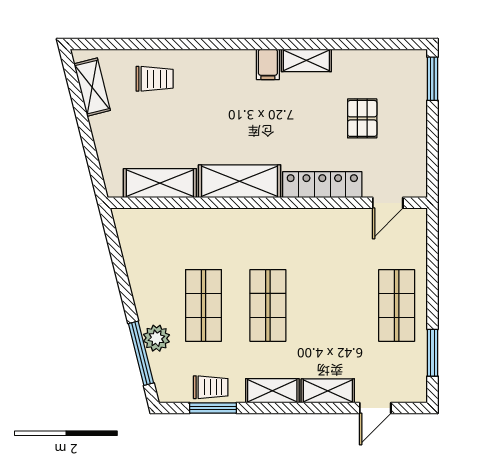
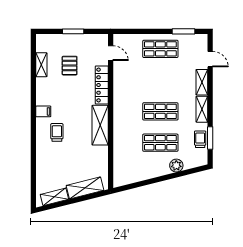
shelving: (306, 60) -> (41, 65), moved
trolley: (155, 79) -> (57, 132), moved
window: (432, 79) -> (73, 31), moved
pallet: (362, 118) -> (70, 66), turned 90
shelving: (160, 183) -> (85, 188), moved, turned 76
window: (141, 353) -> (184, 173), removed

